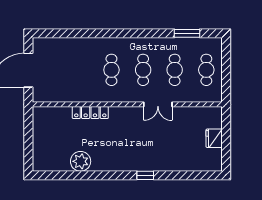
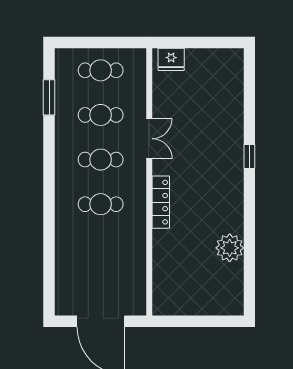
locker: (90, 113) -> (161, 202), moved
fridge: (214, 138) -> (171, 59), moved

